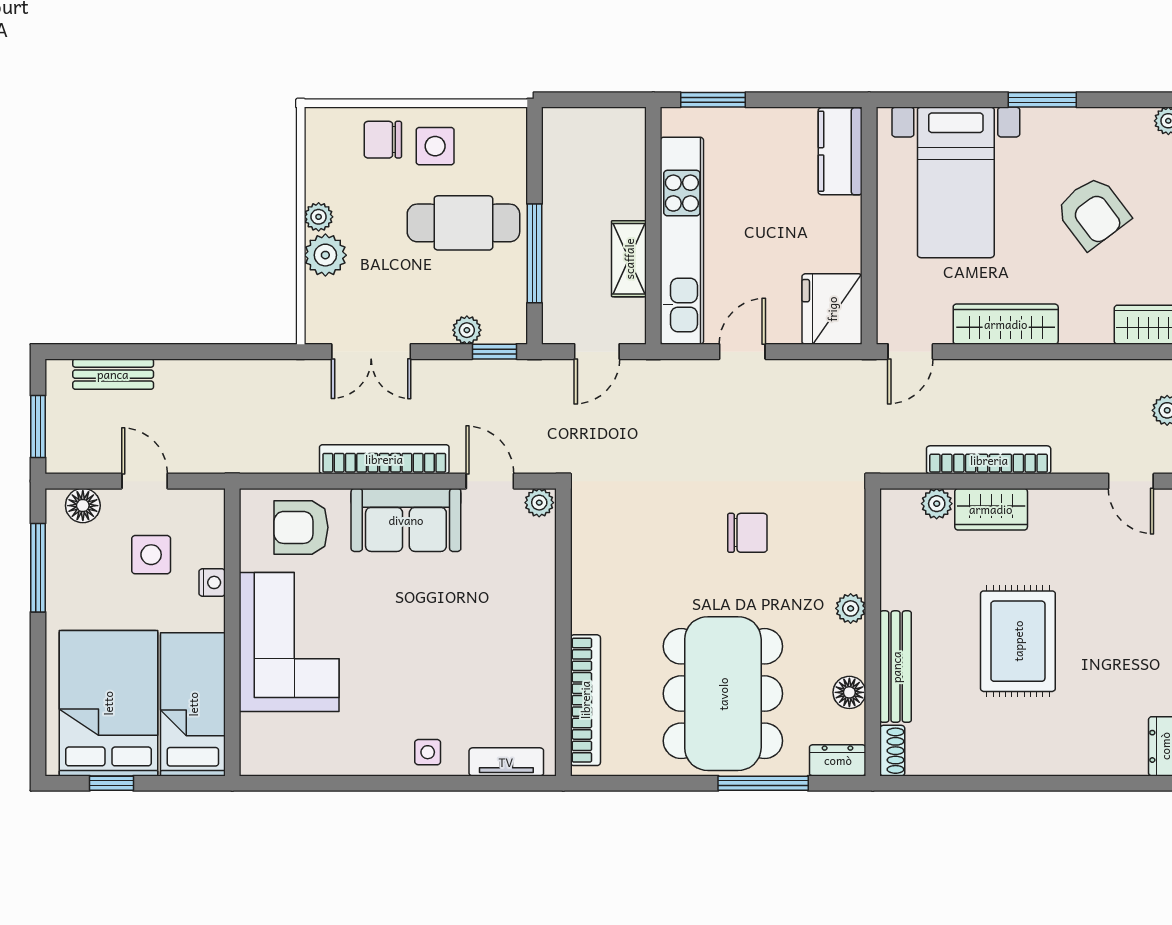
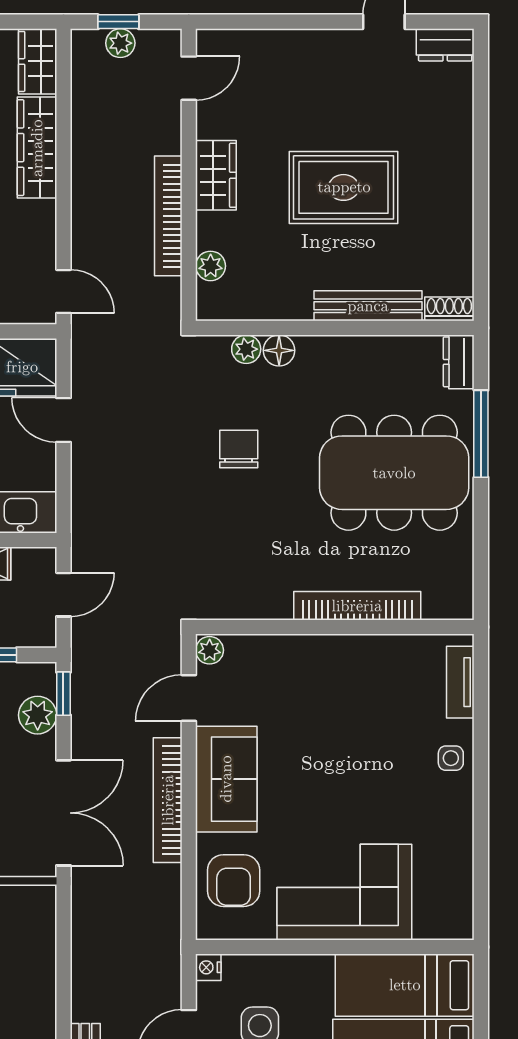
wardrobe: (1006, 324) -> (37, 148), moved
plant: (467, 330) -> (38, 715), width x1.38, depth x1.38
double door: (371, 352) -> (63, 813), width x1.37
door: (597, 352) -> (63, 595), hinge flipped
door: (742, 352) -> (63, 420), moved
wardrobe: (991, 509) -> (216, 175), moved
nightstand: (212, 582) -> (208, 967), moved, turned -90
plant: (851, 608) -> (246, 349), moved
floor lamp: (849, 692) -> (279, 350), moved
bookcase: (585, 700) -> (357, 606), moved

